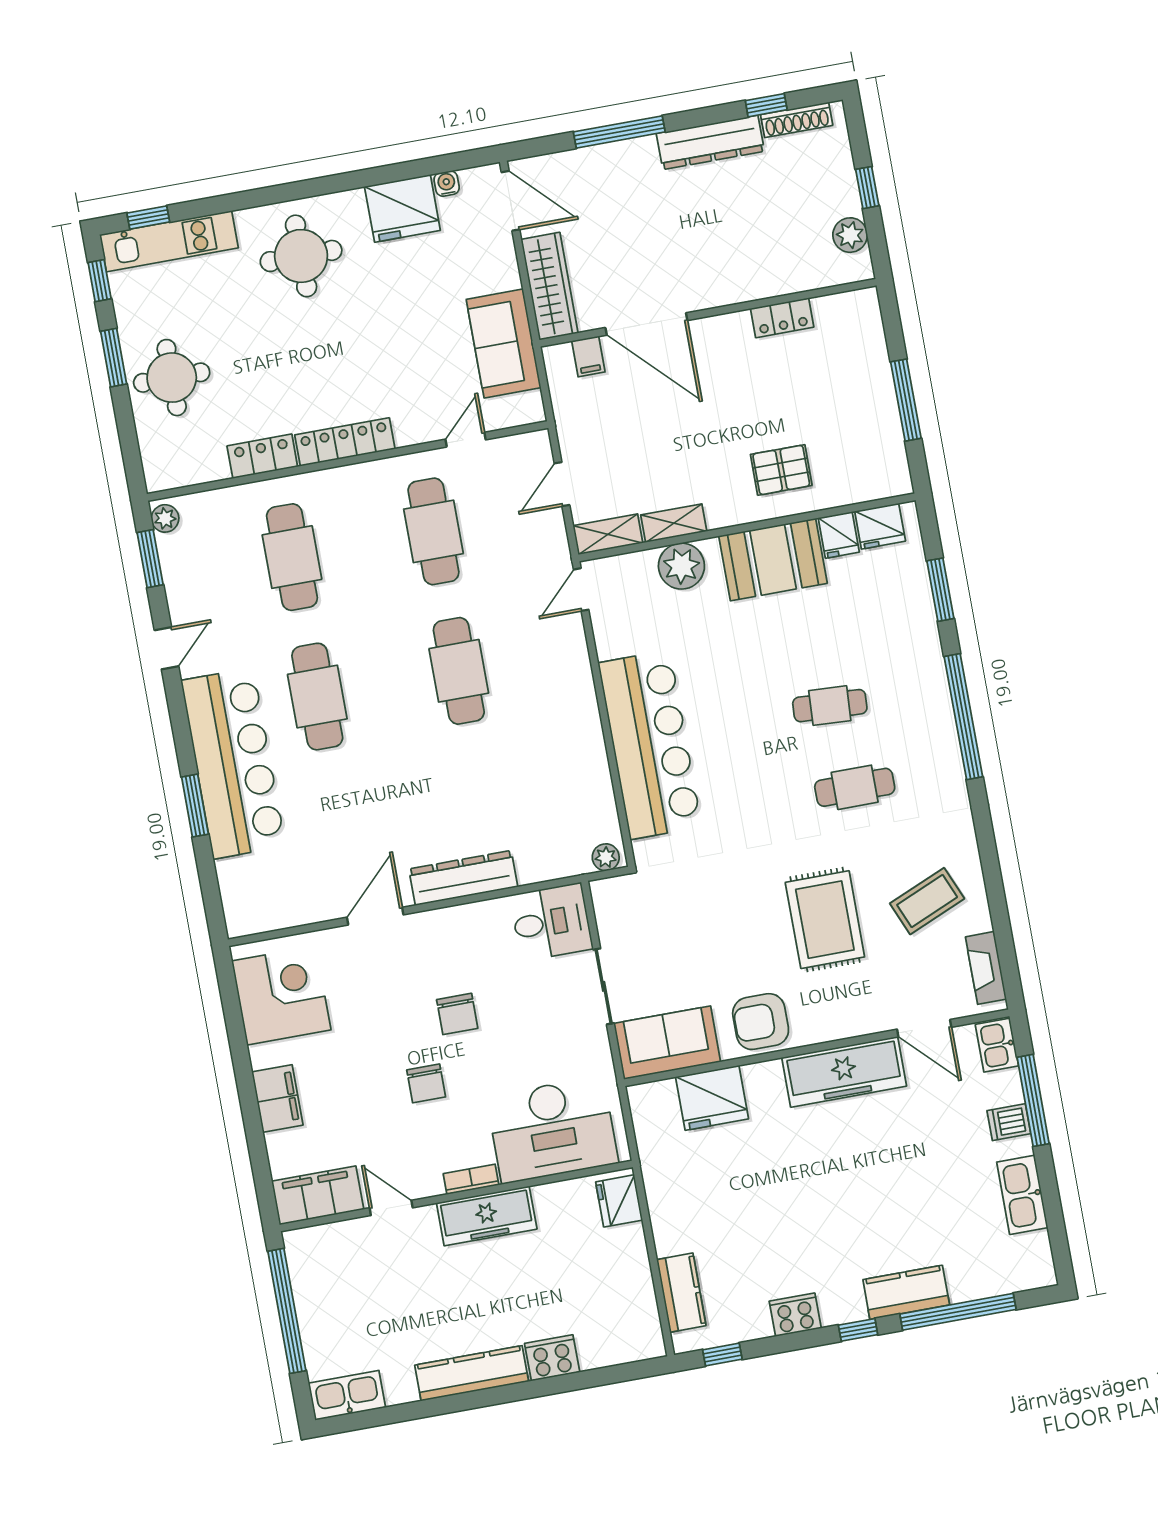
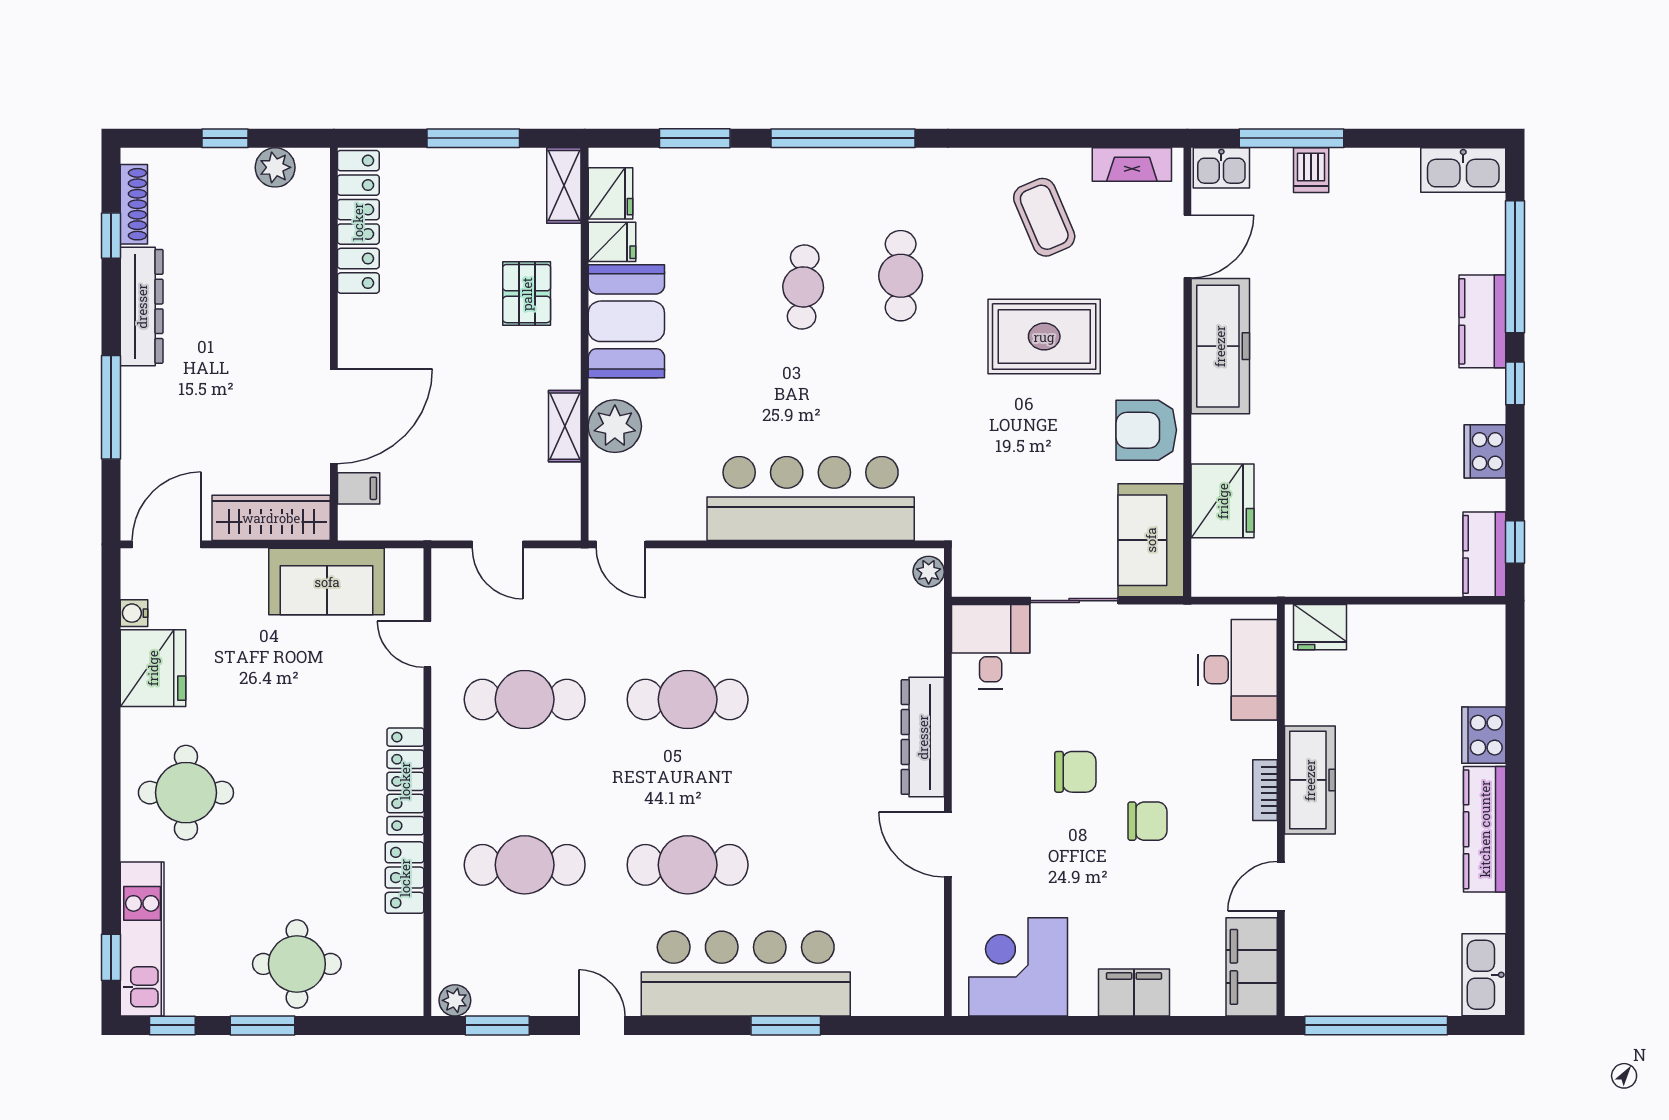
locker: (782, 318) -> (358, 222), width x2.16, depth x1.21
shelving: (608, 534) -> (564, 185), moved
armchair: (761, 1022) -> (1146, 430), turned 90
desk: (552, 1130) -> (1238, 670), width x0.73, depth x0.77
kitchen sink: (1022, 1195) -> (1463, 170), moved
kitchen counter: (681, 1293) -> (1484, 554), moved, turned -90

